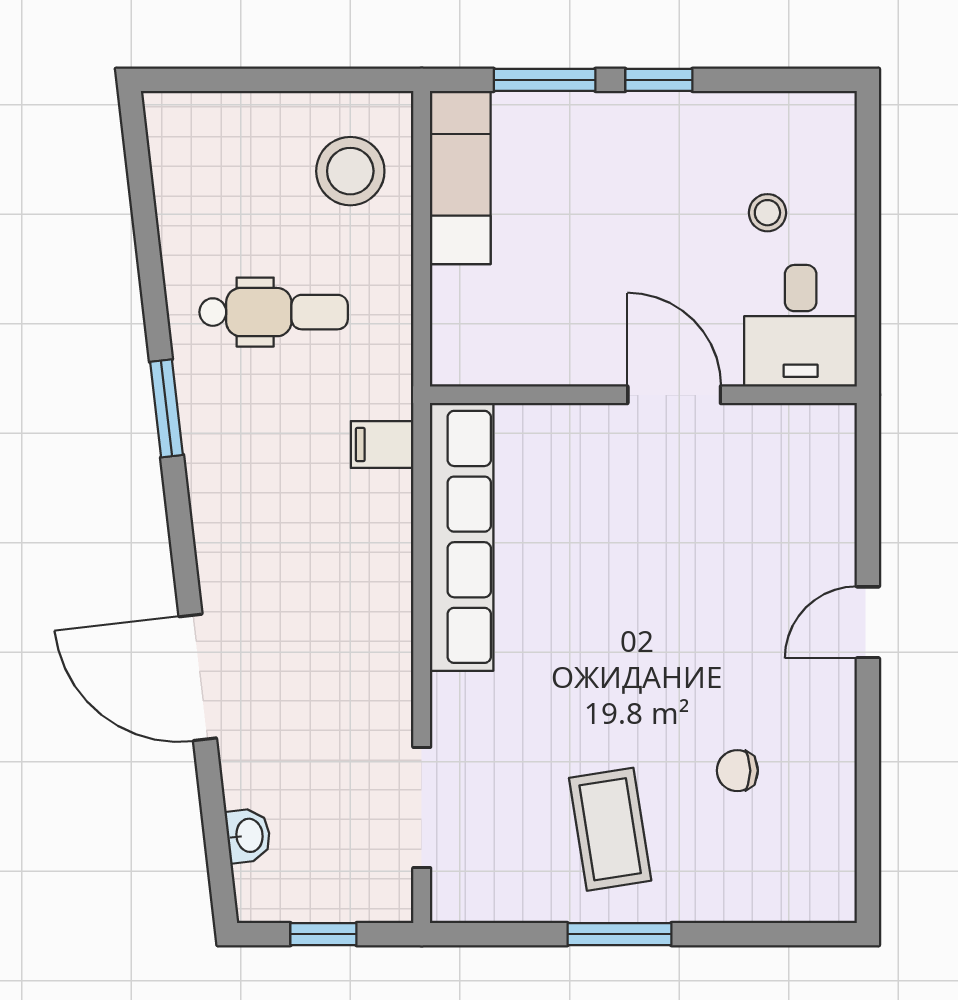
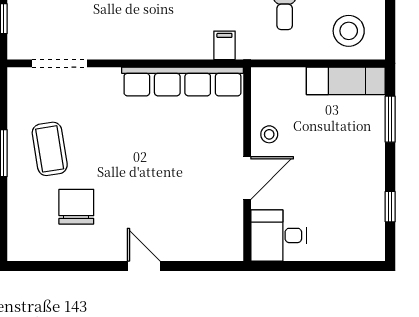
window: (659, 80) -> (390, 207), moved
stool: (767, 213) -> (269, 134), moved
chair: (737, 771) -> (76, 207), width x1.87, depth x1.87
coffee table: (610, 829) -> (50, 149), turned 90

